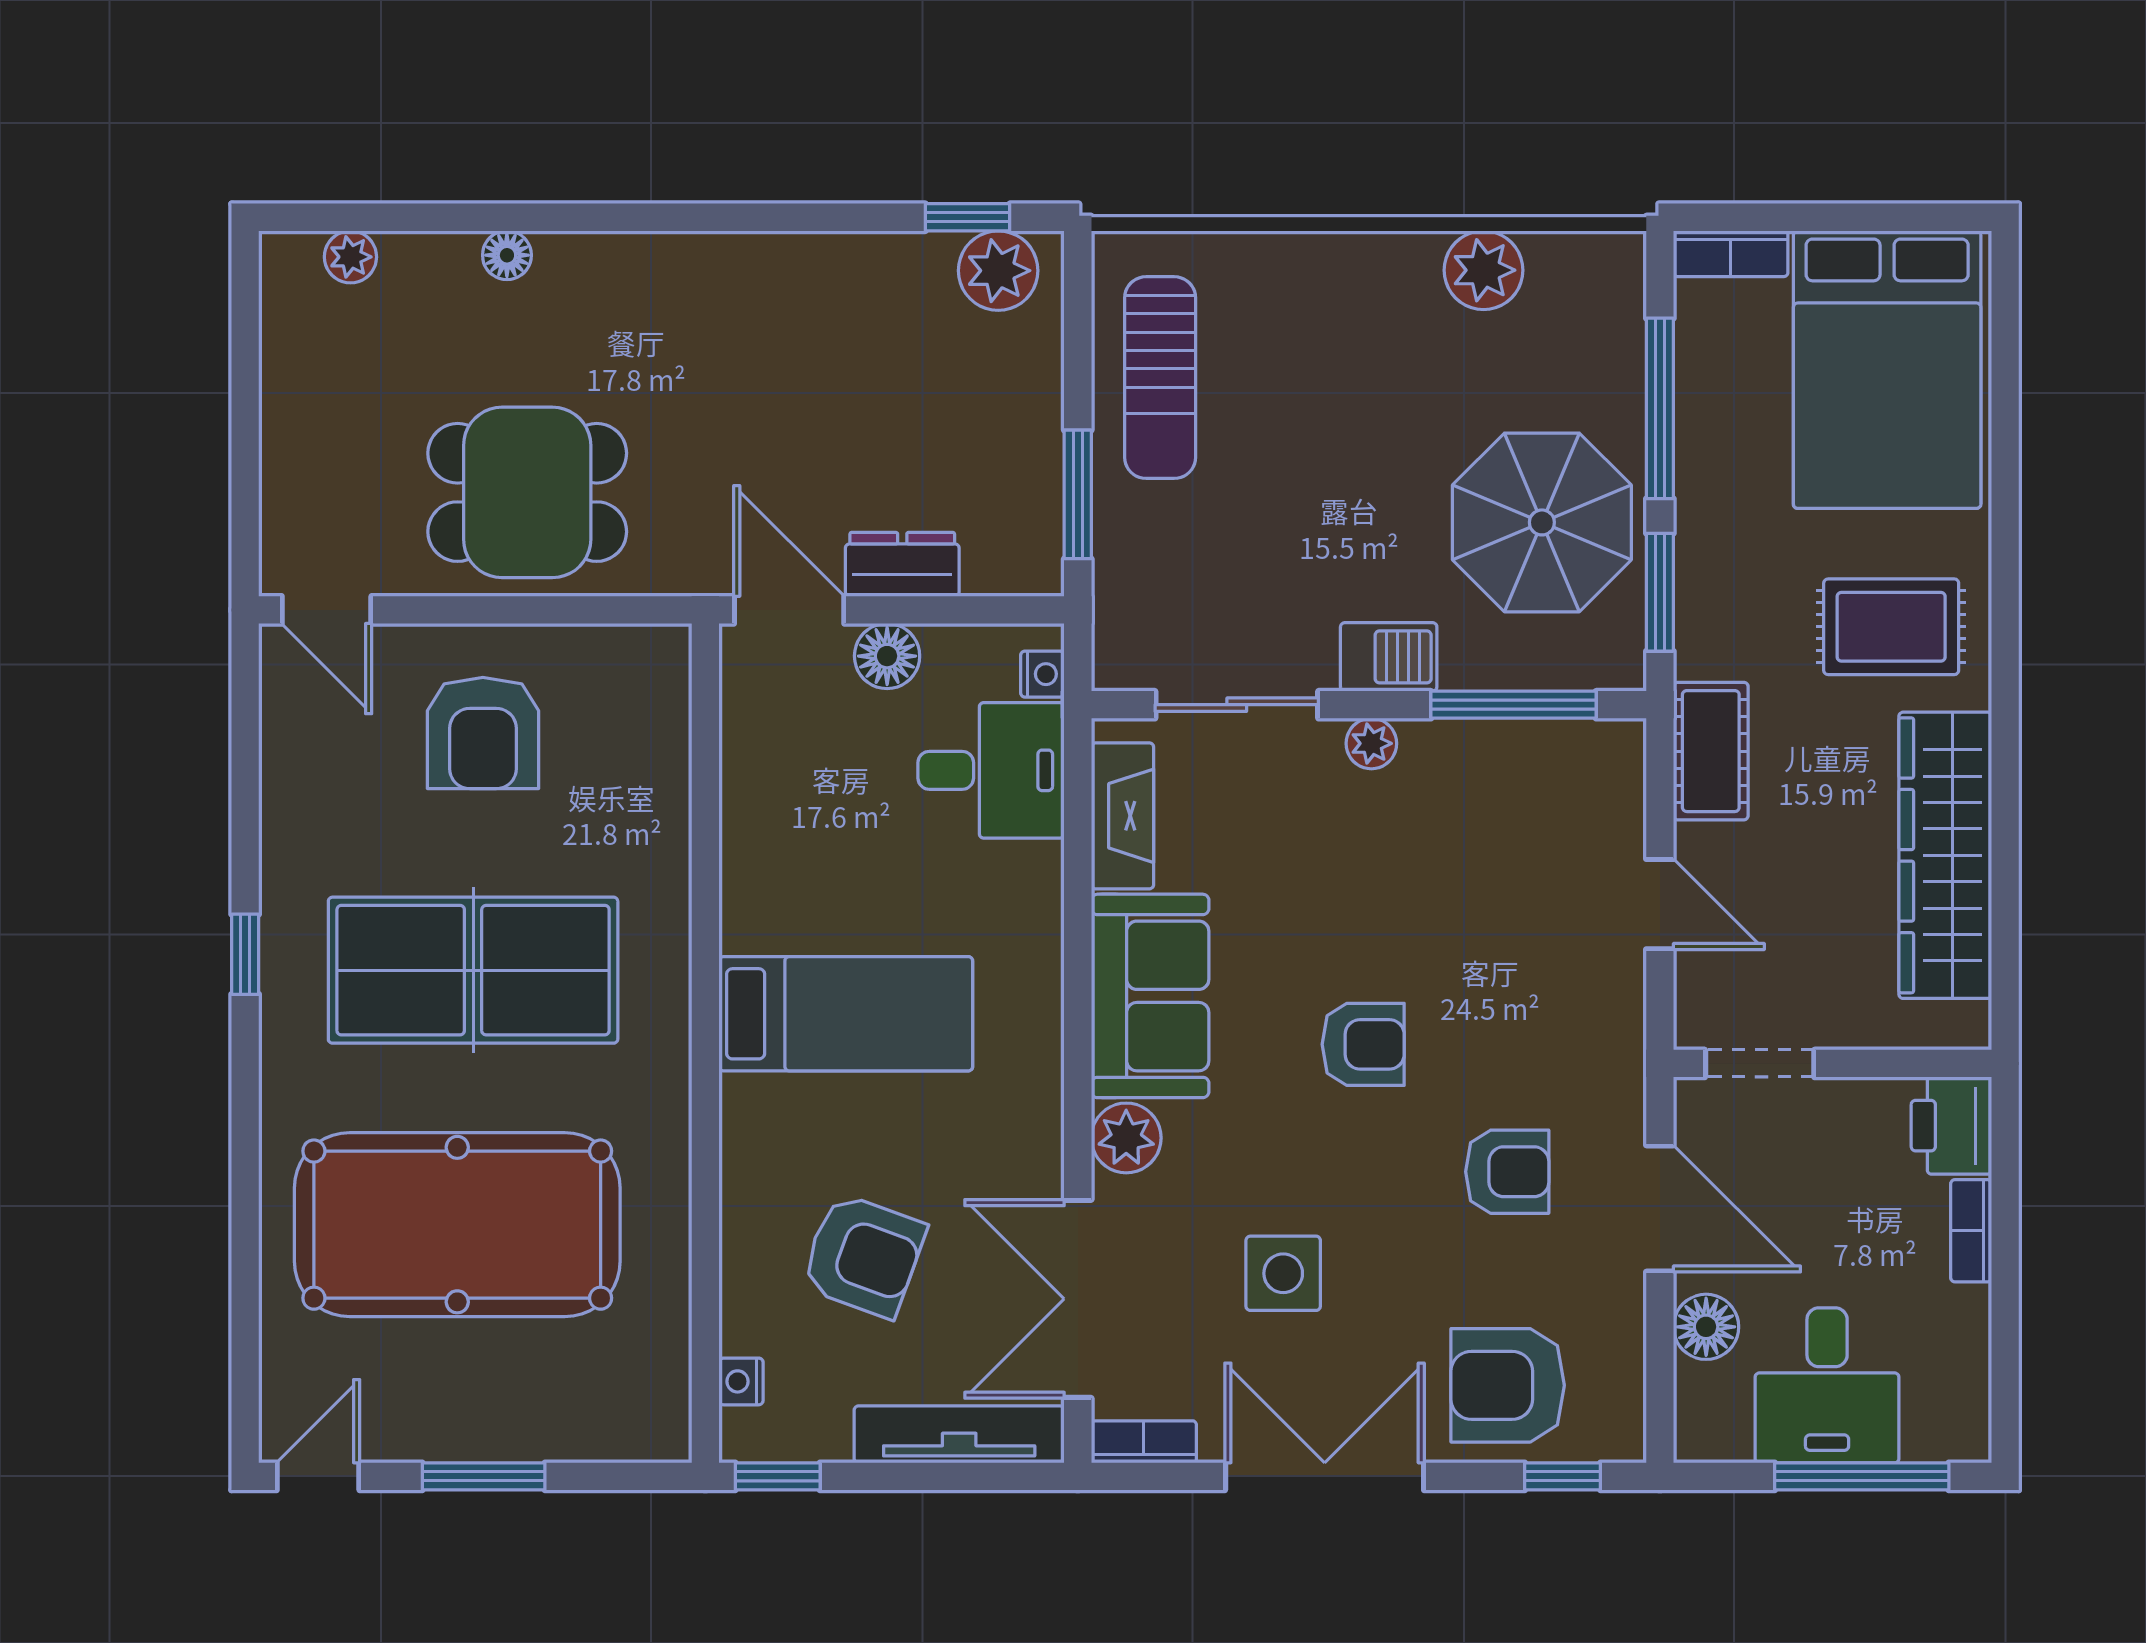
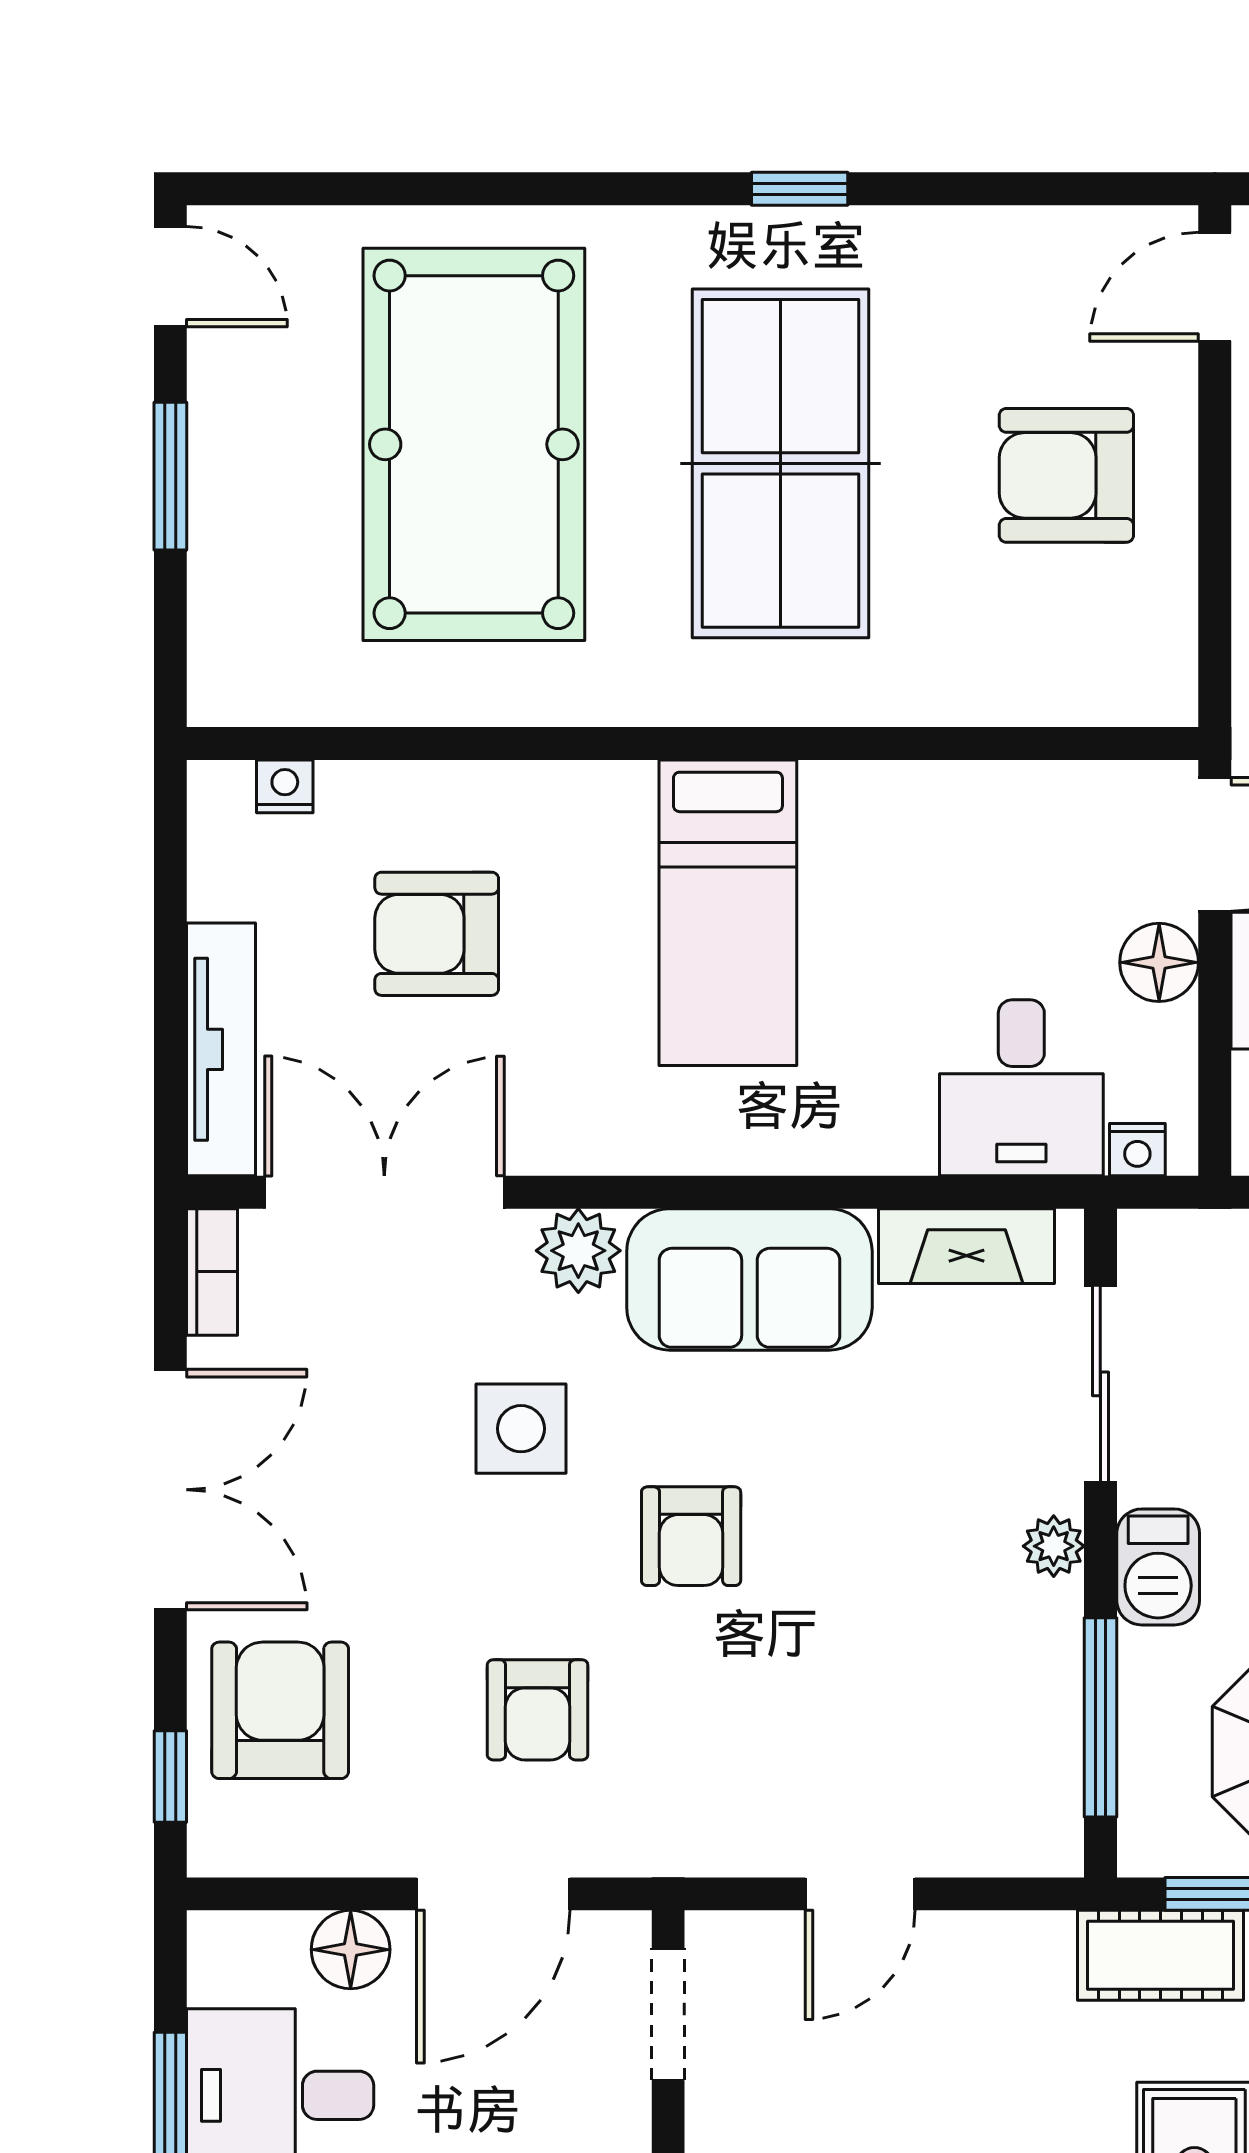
cot: (1711, 751) -> (1161, 1955), moved
armchair: (863, 1255) -> (437, 934), turned 70
side table: (1283, 1273) -> (521, 1429), moved
window: (778, 1476) -> (170, 831), removed

